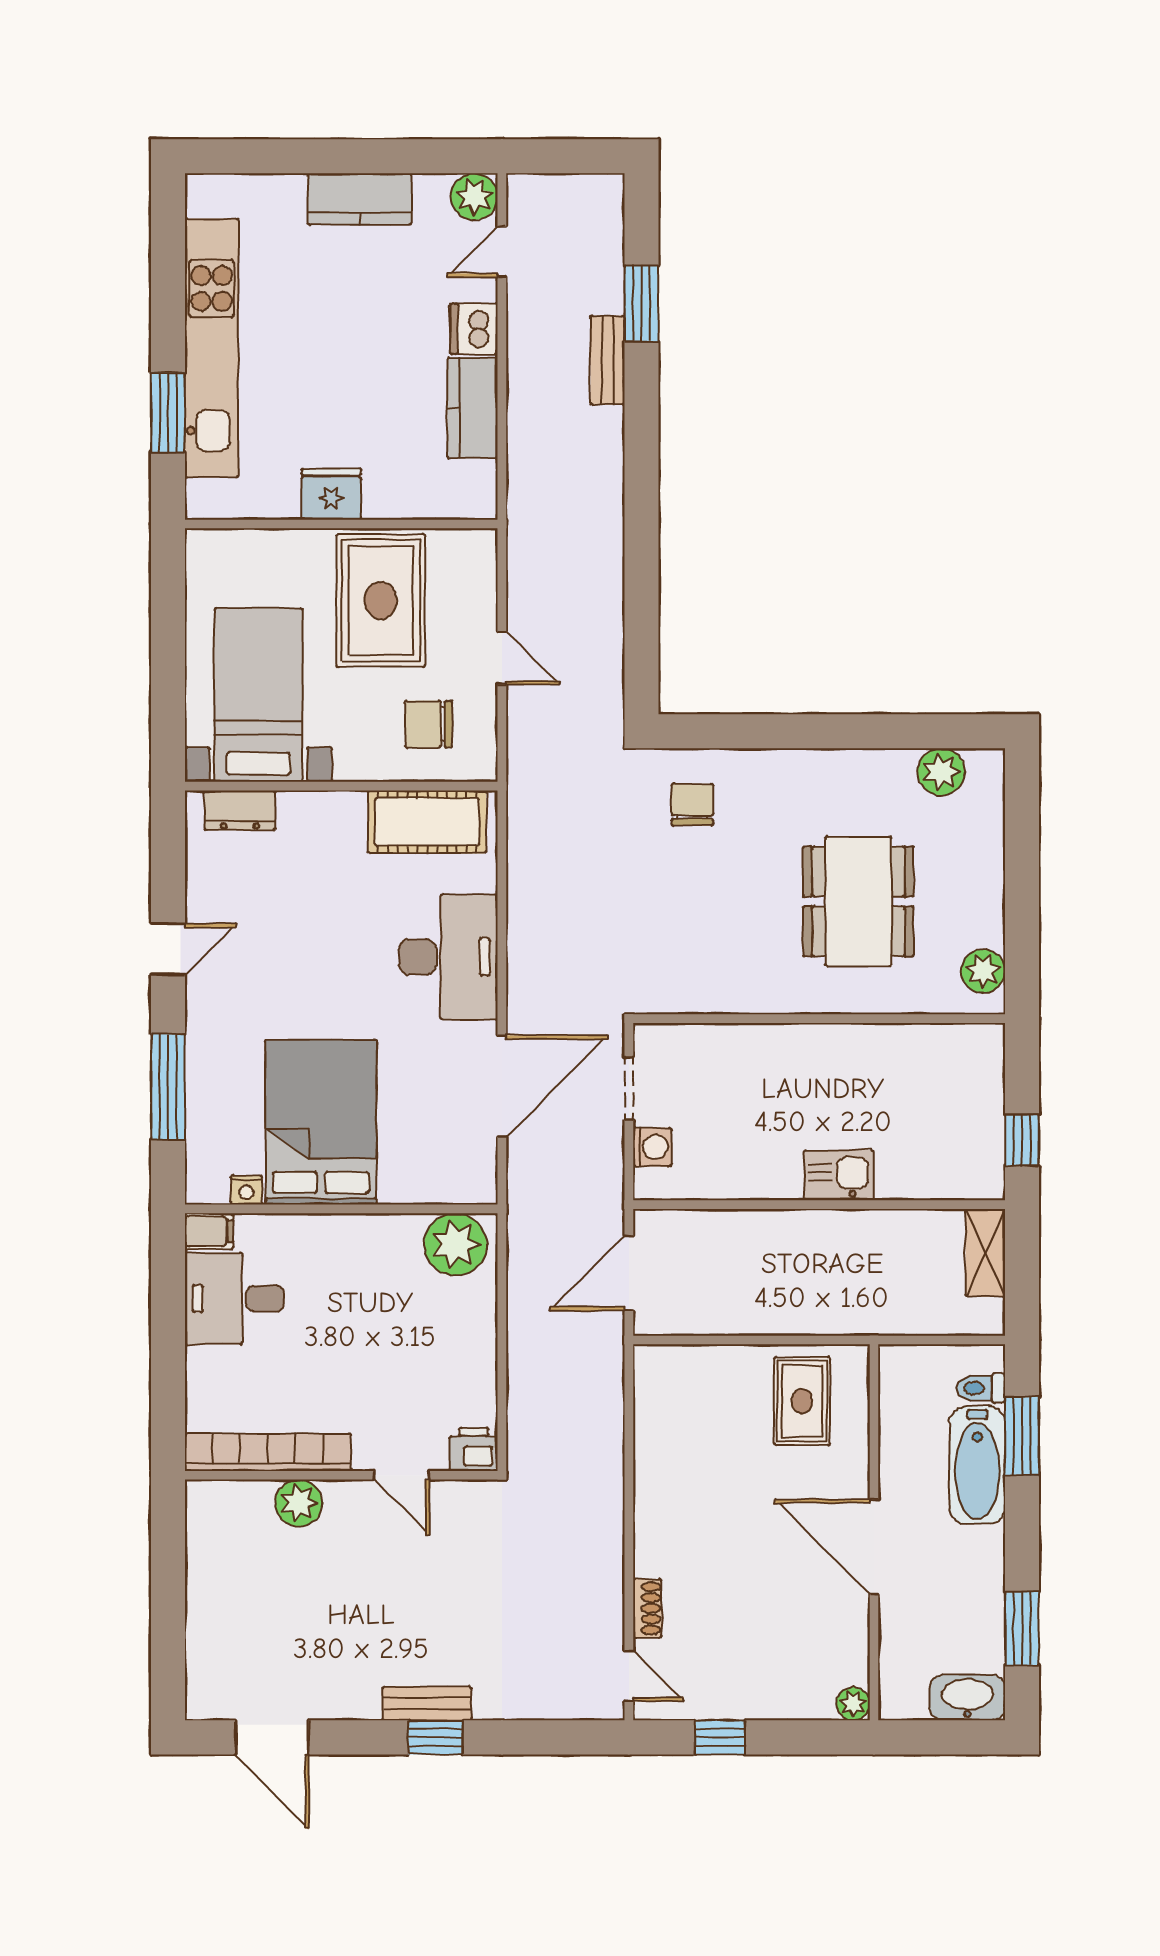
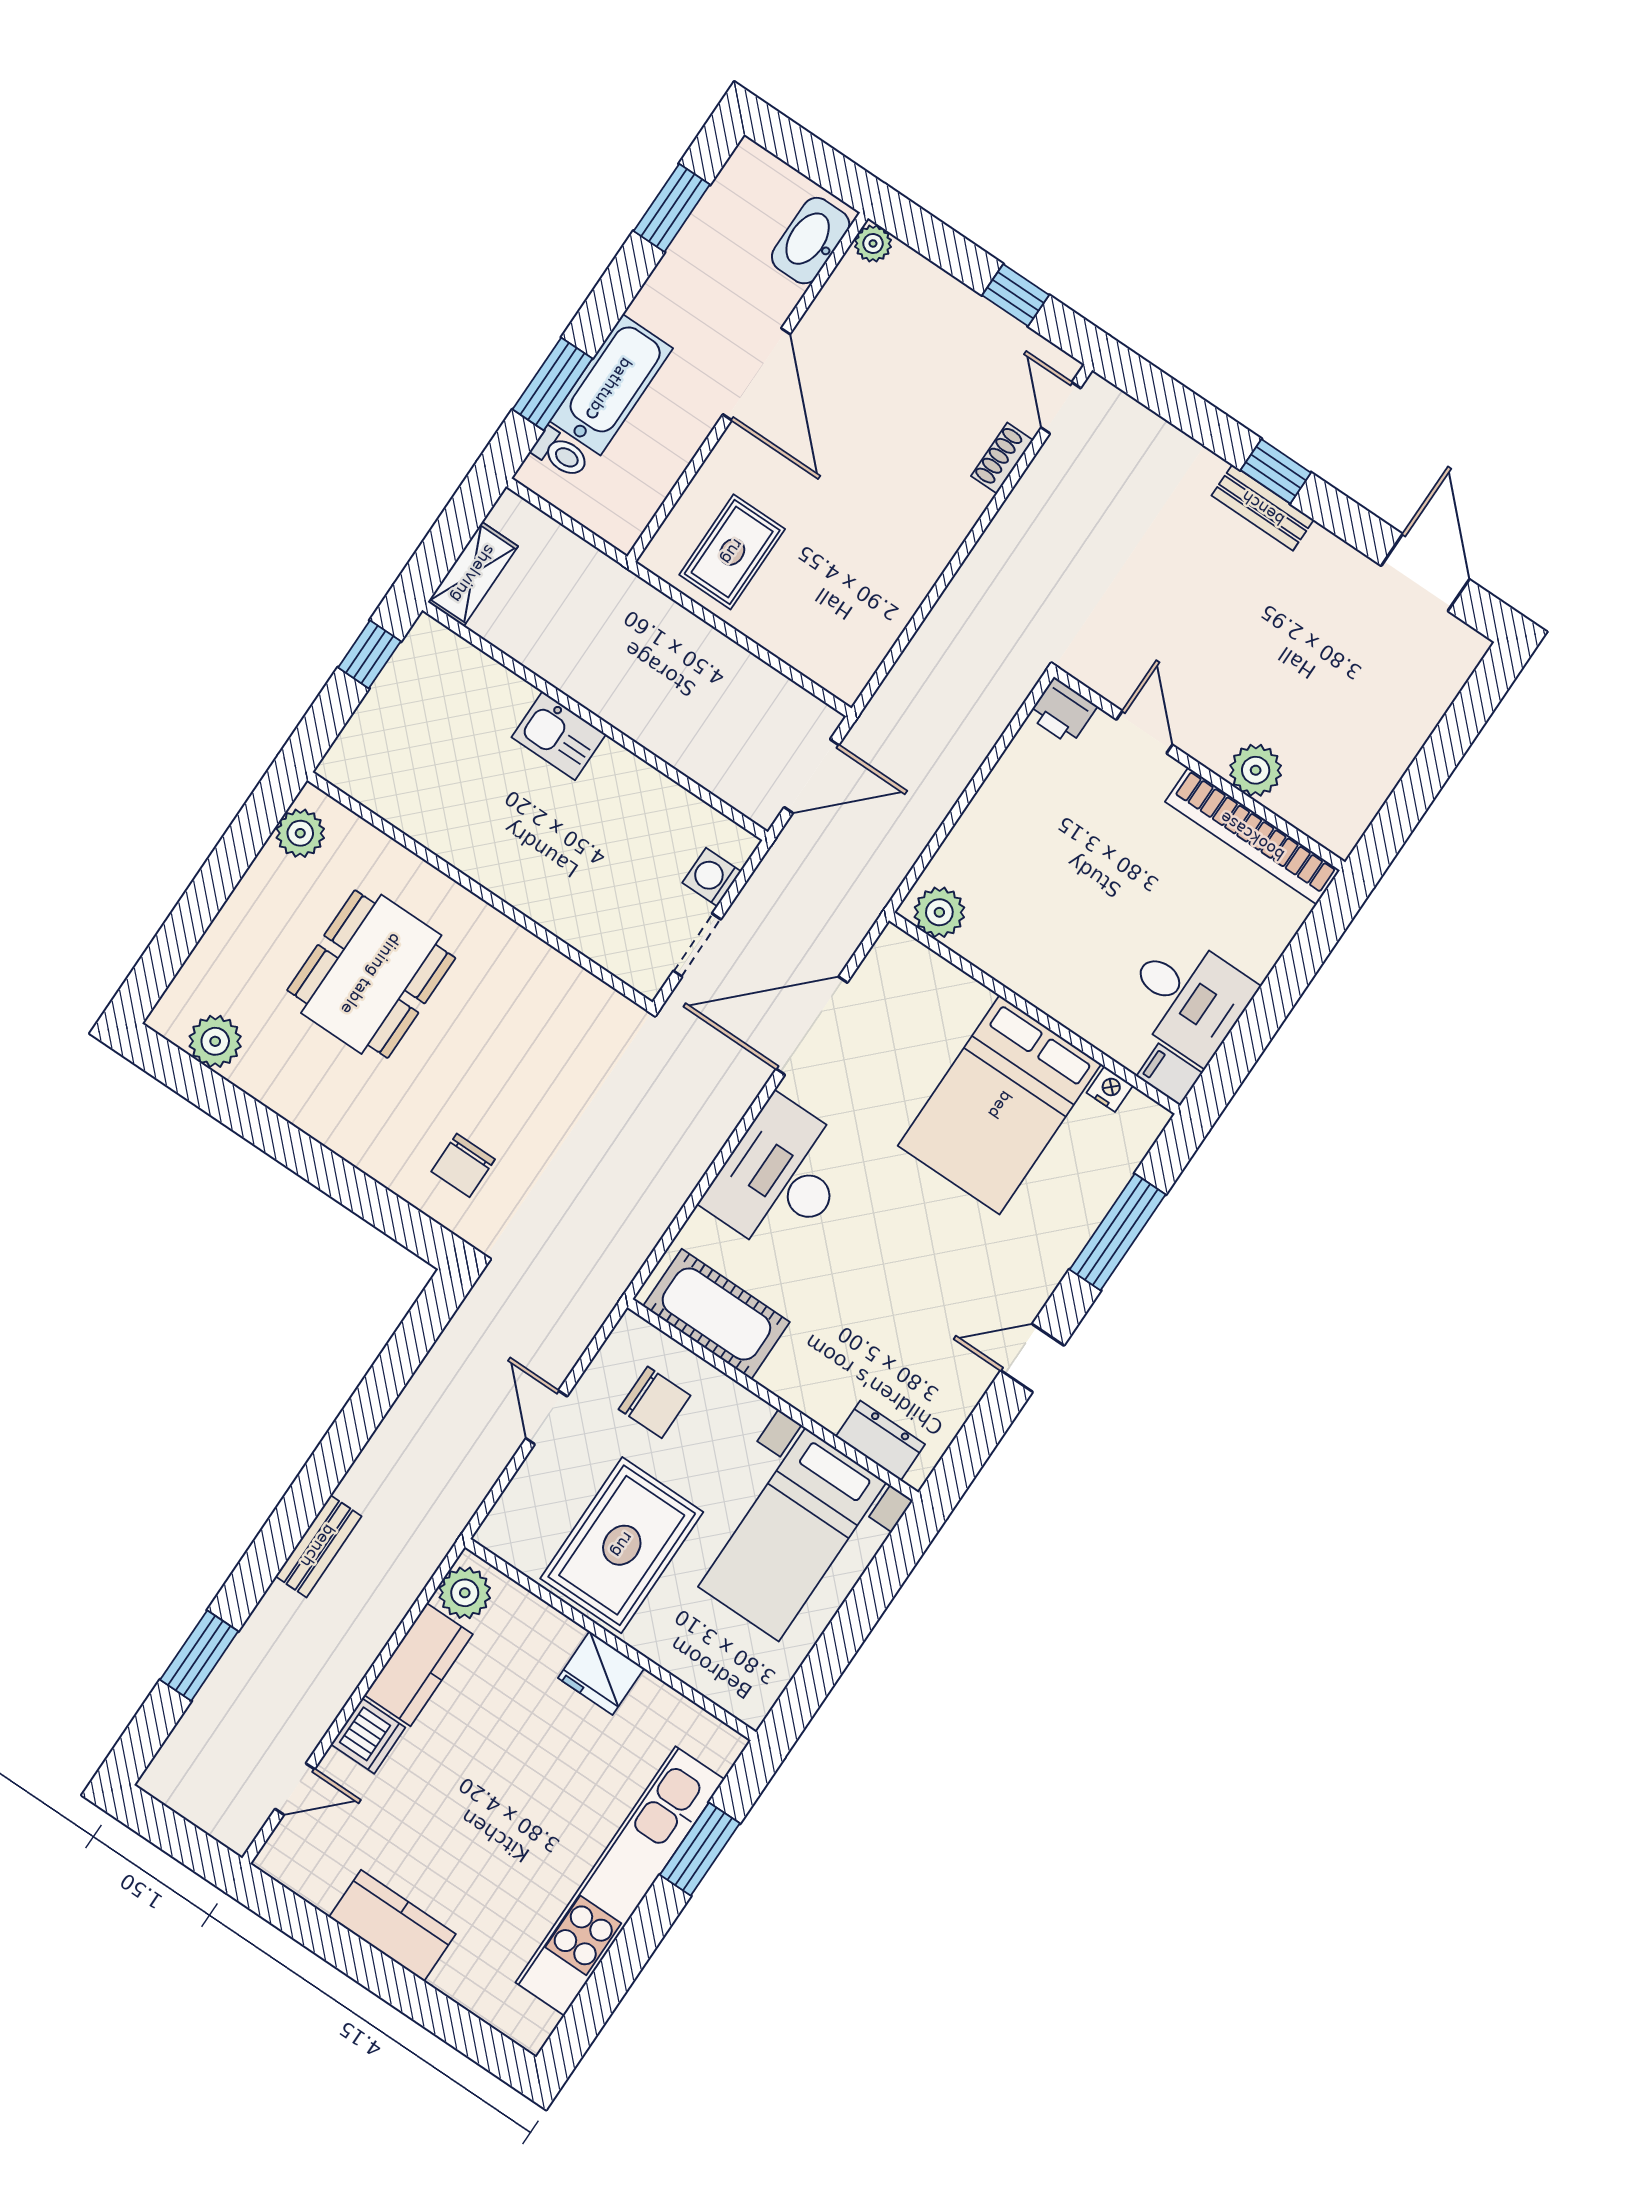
plant: (474, 197) -> (465, 1593), moved
bench: (608, 360) -> (318, 1546), moved
plant: (455, 1244) -> (939, 912), width x0.73, depth x0.73
washbasin: (967, 1697) -> (811, 241), moved, turned 90

